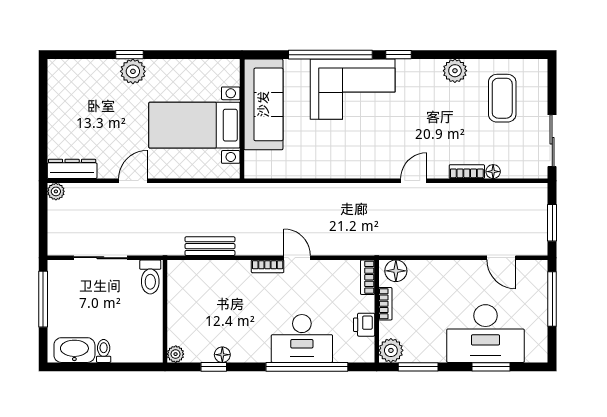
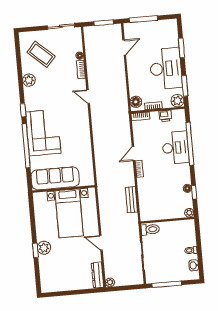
coffee table: (502, 98) -> (41, 54), turned 42
desk: (485, 334) -> (166, 69), moved
washbasin: (74, 350) -> (194, 265), width x0.52, depth x0.69

